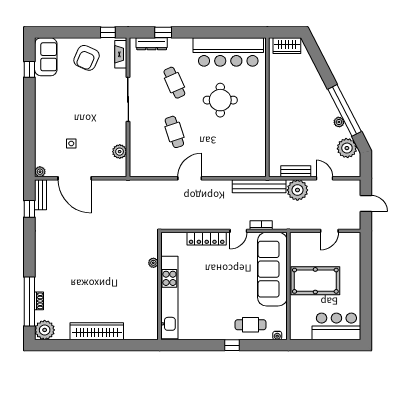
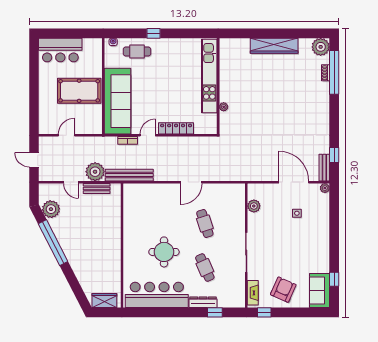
dresser: (152, 44) -> (203, 302), moved
plant: (339, 122) -> (58, 232), removed

